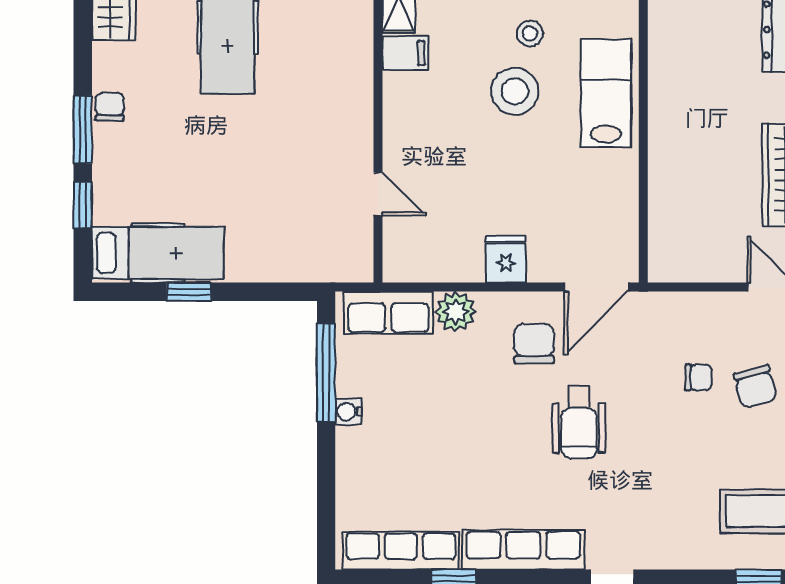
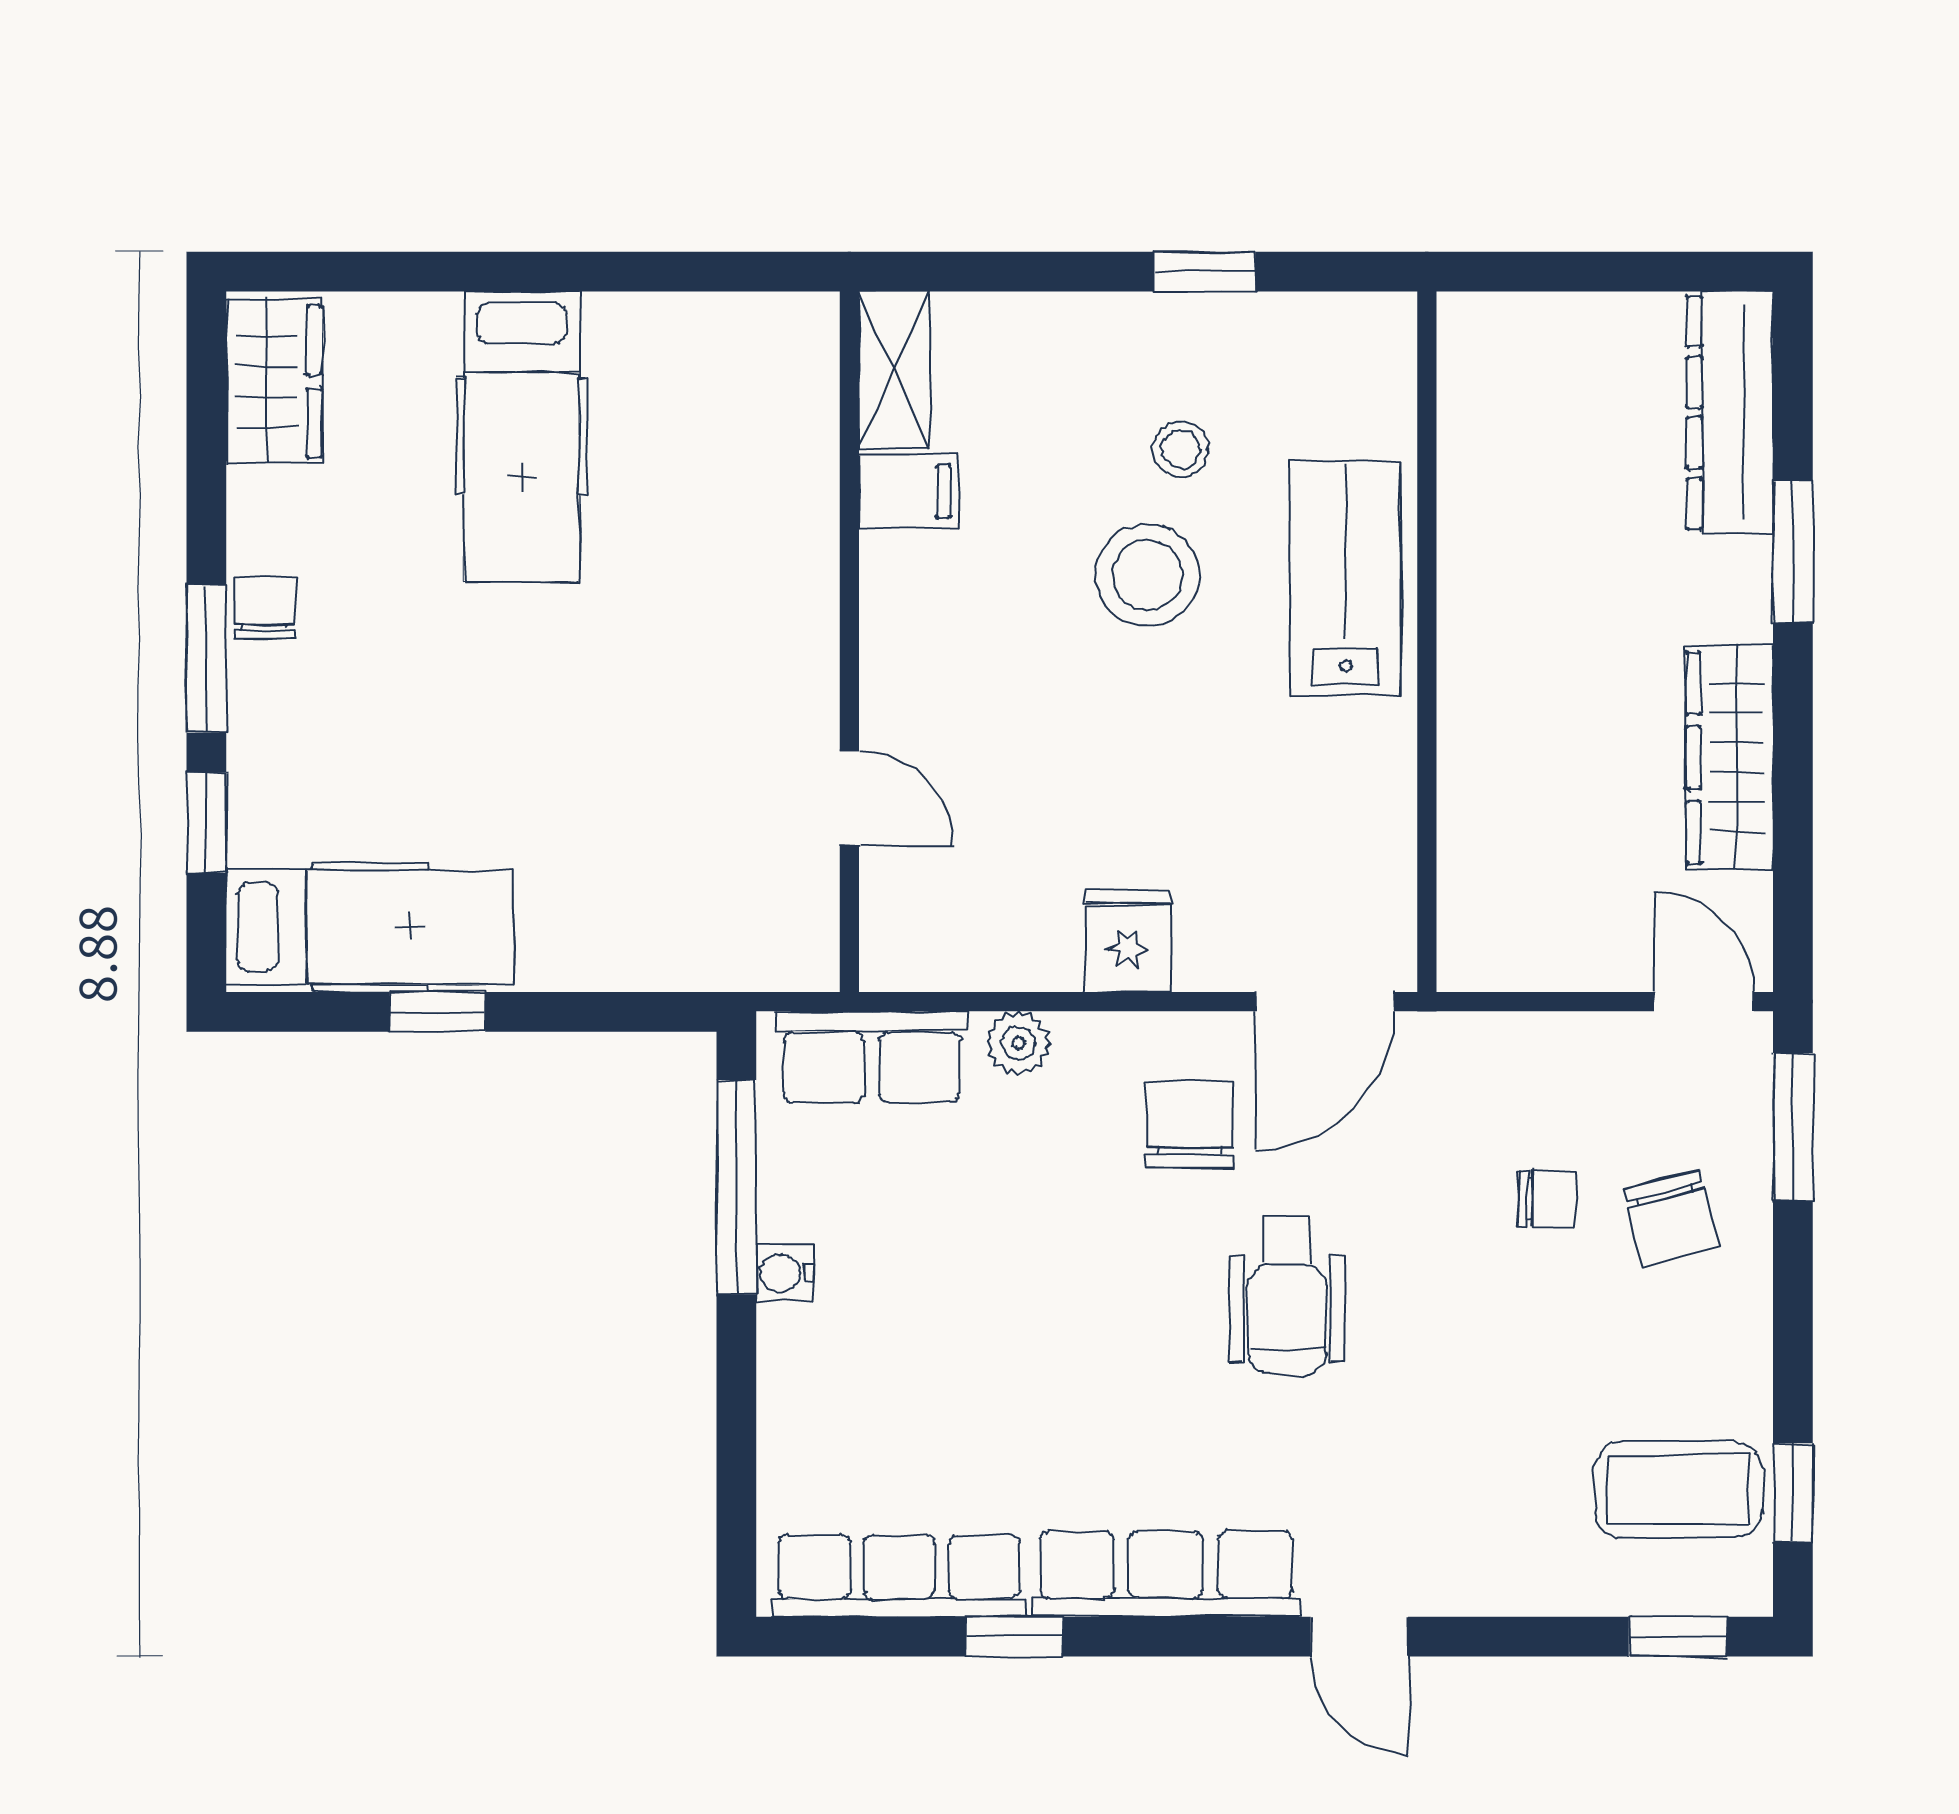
plant: (456, 312) -> (1018, 1043), width x0.73, depth x0.73

